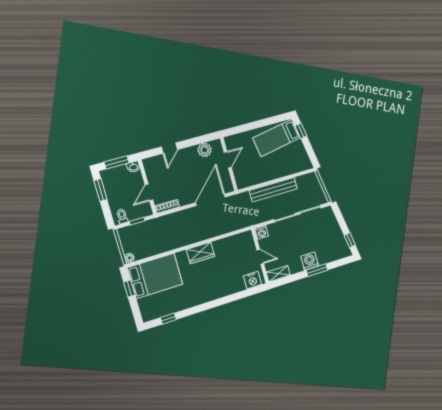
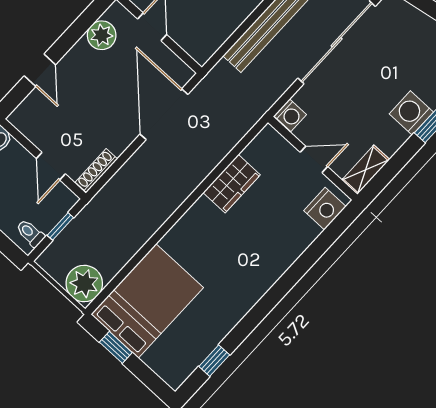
wardrobe: (201, 253) -> (232, 184), moved
plant: (129, 258) -> (84, 284), width x1.87, depth x1.87

